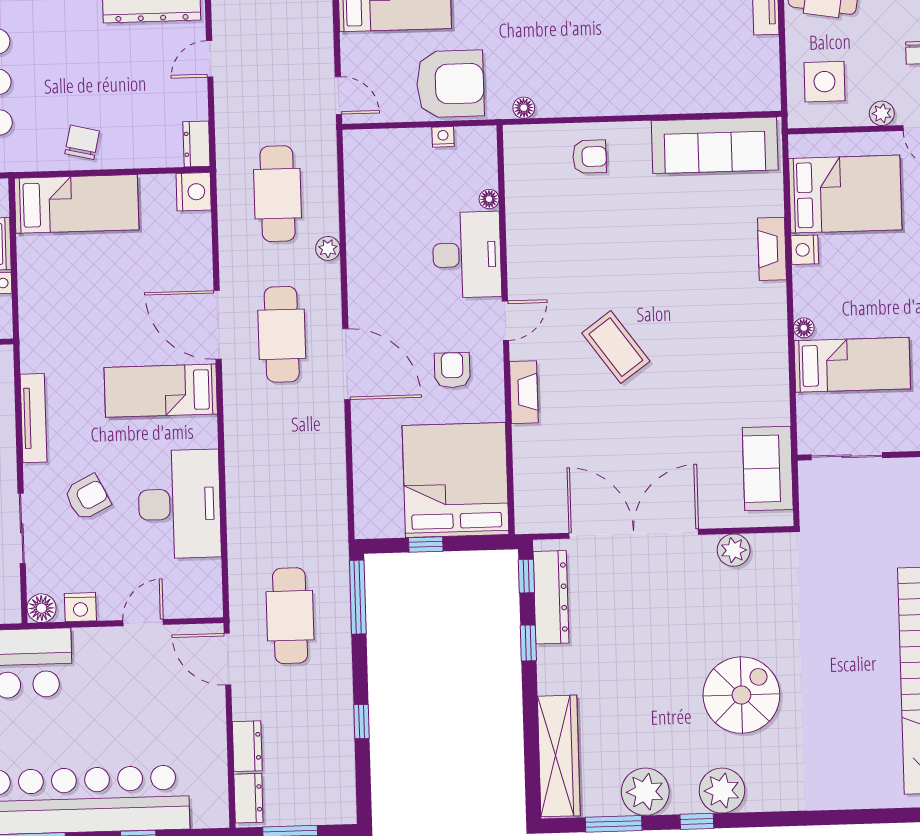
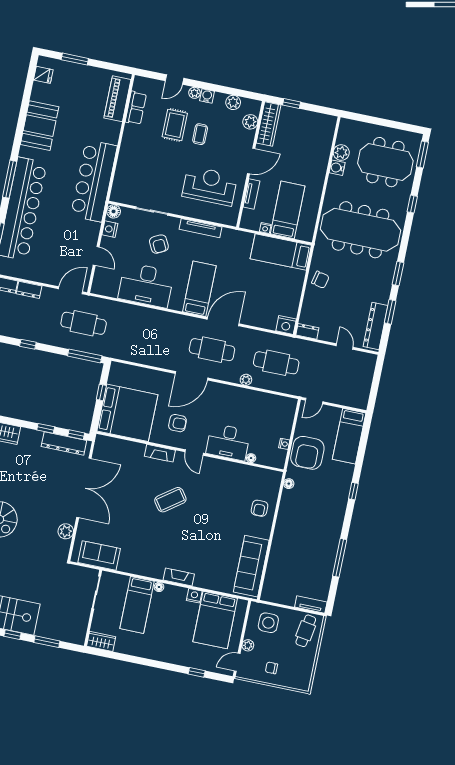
bed: (77, 204) -> (281, 252), moved, turned 90
fireplace: (772, 249) -> (179, 577), moved

